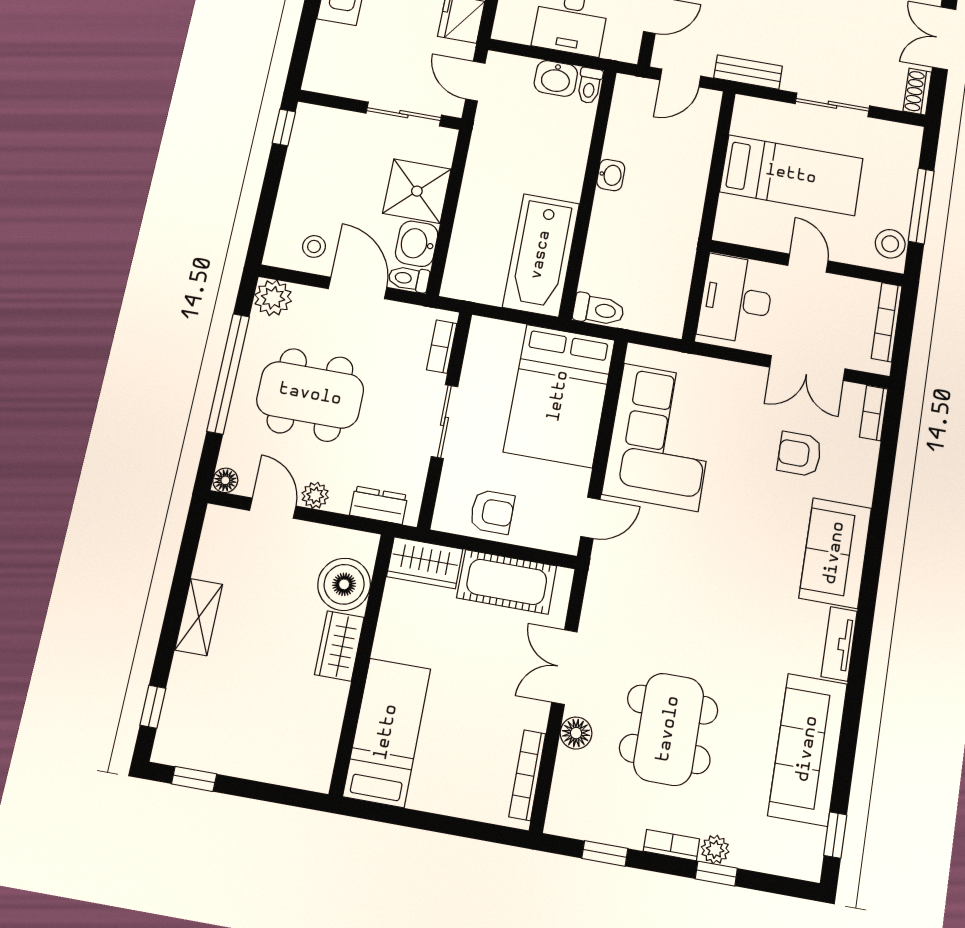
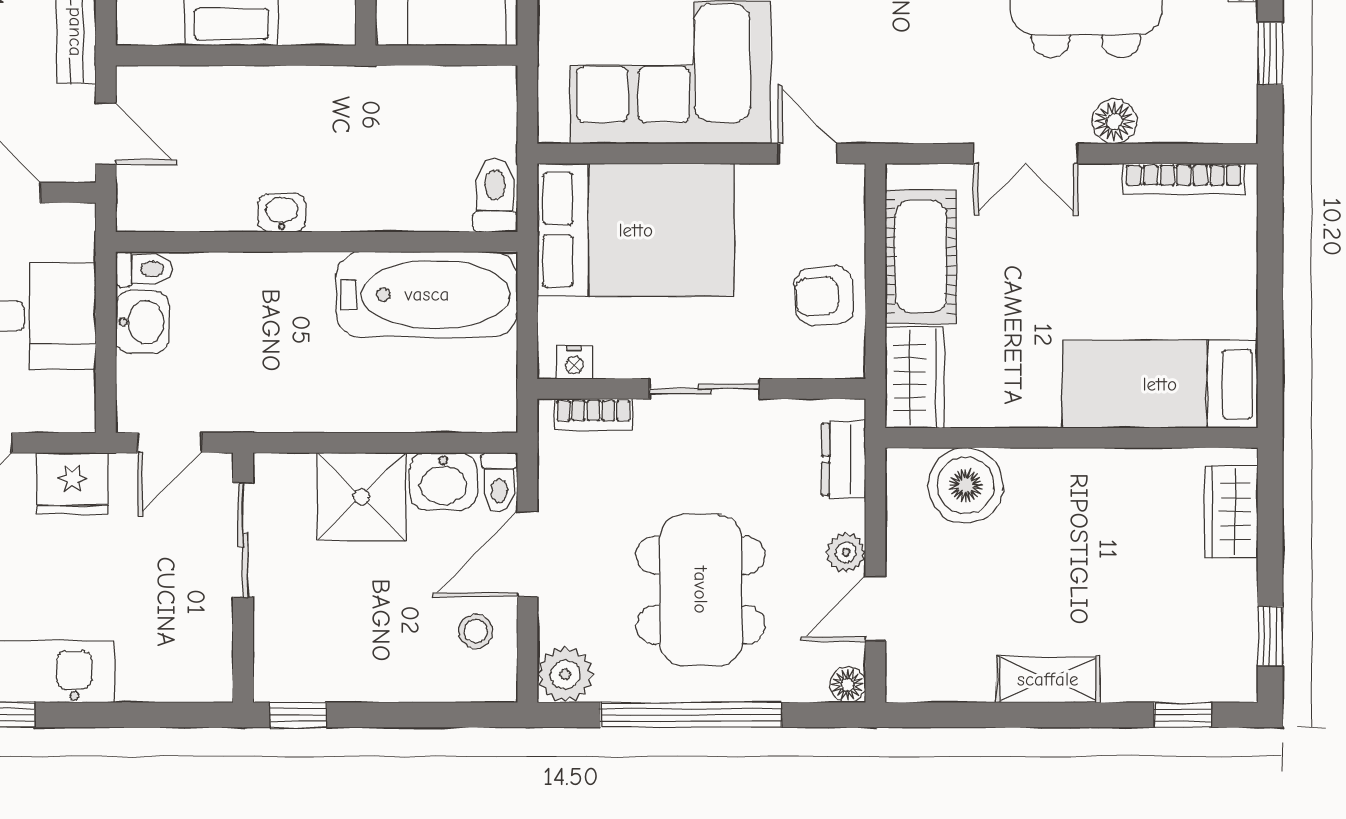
nightstand: (478, 340) -> (574, 362), added
armchair: (492, 512) -> (824, 296), turned -94
wardrobe: (339, 646) -> (1231, 512), moved, turned 90

